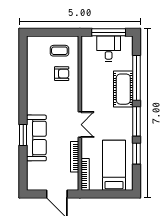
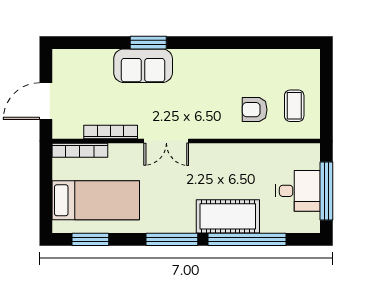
armchair: (62, 74) -> (255, 110), turned 90
sofa: (36, 138) -> (143, 66), width x0.73
window: (137, 154) -> (90, 239), moved

